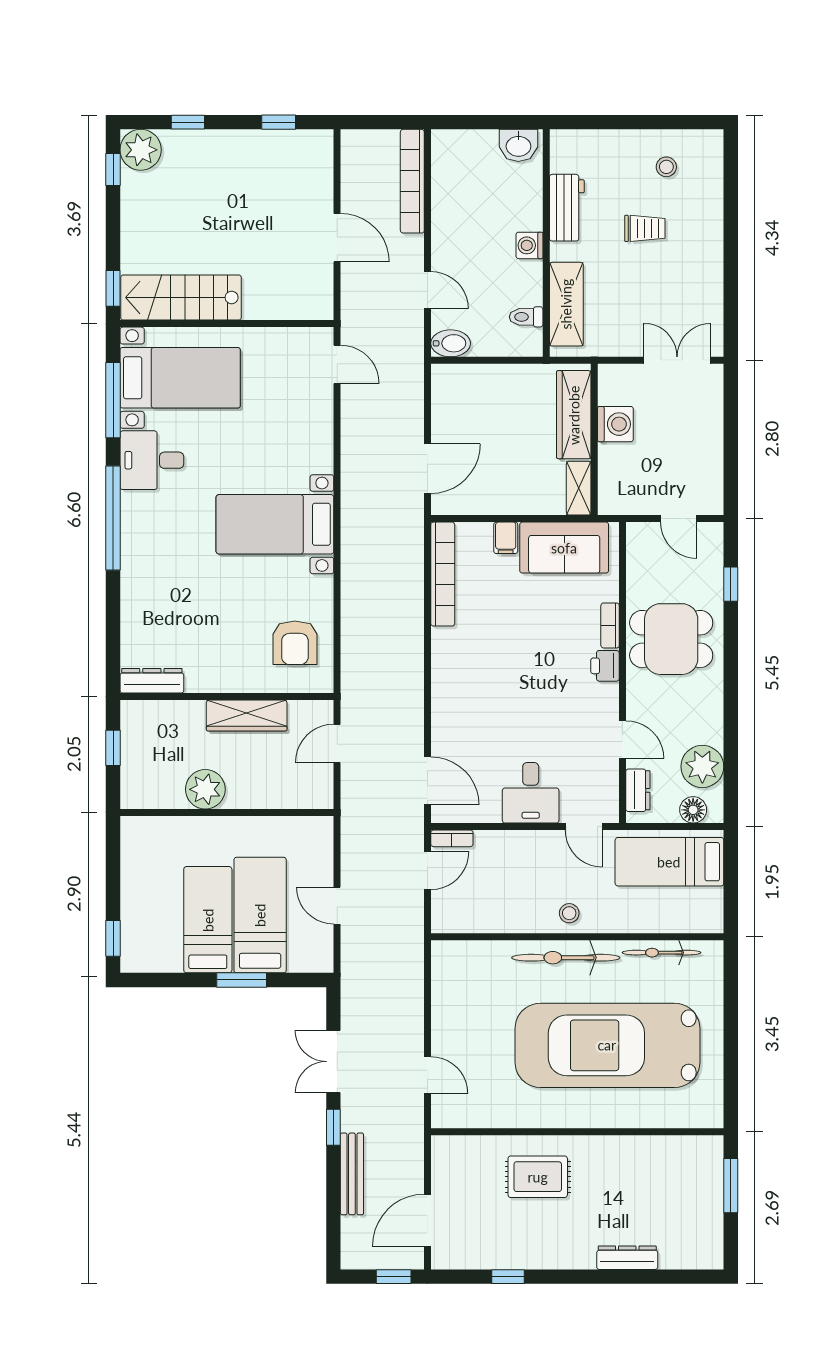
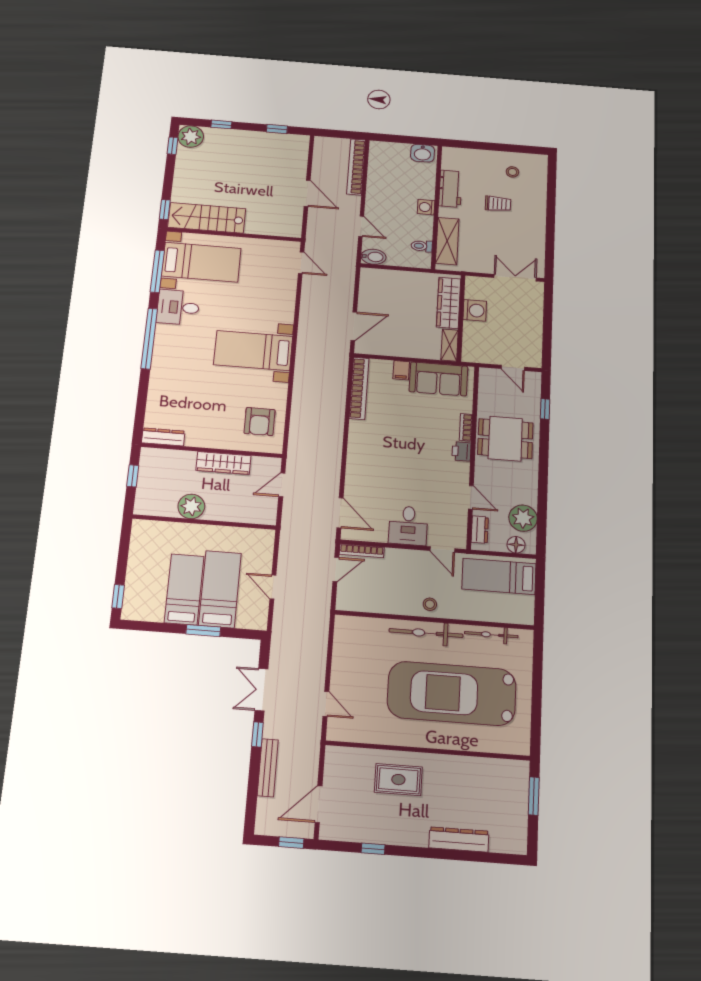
bookcase: (452, 838) -> (362, 551), width x1.56
dresser: (627, 1258) -> (459, 839), width x1.37, depth x1.24

